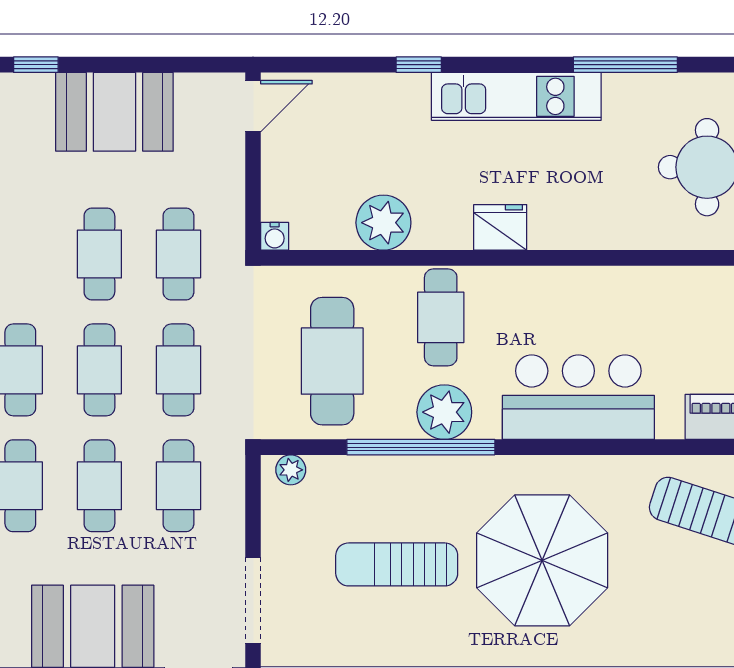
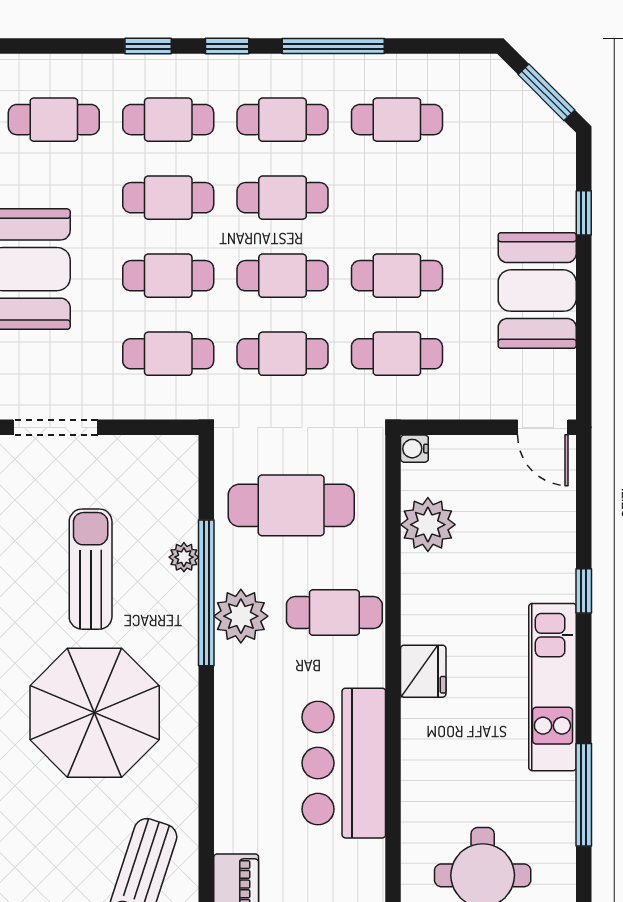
plant: (383, 223) -> (428, 525), moved
bar counter: (578, 397) -> (344, 763), moved, turned 180
plant: (291, 470) -> (184, 557), moved

